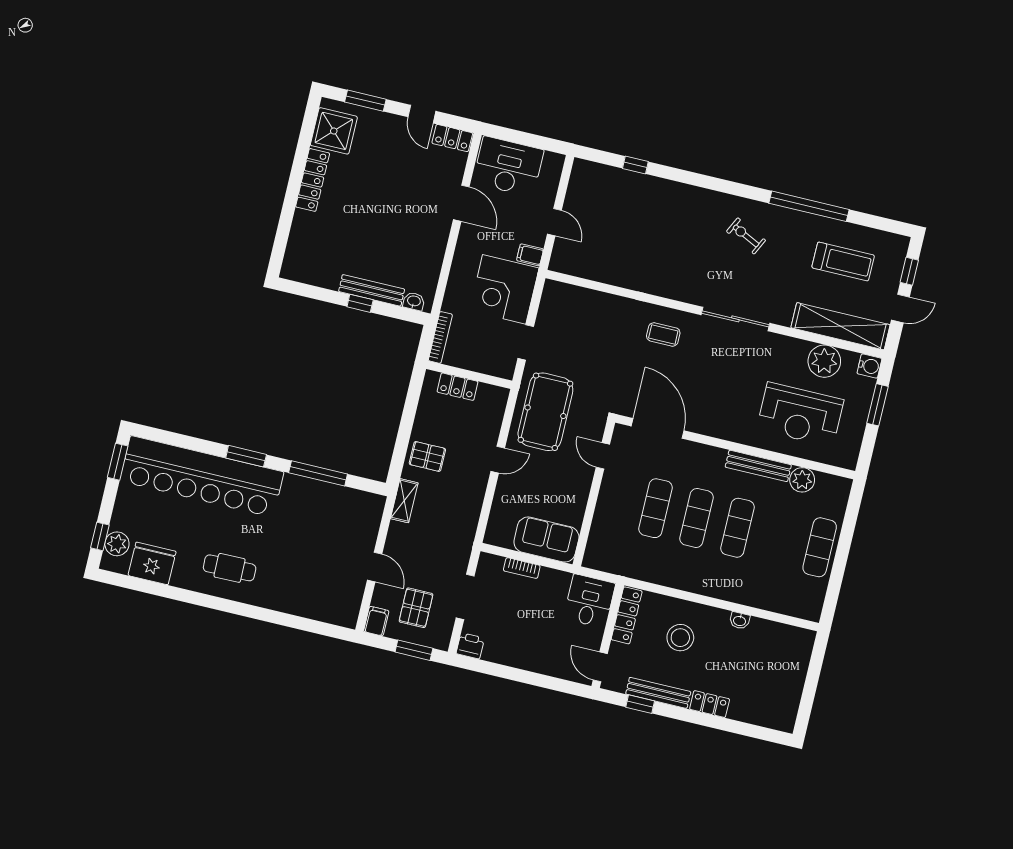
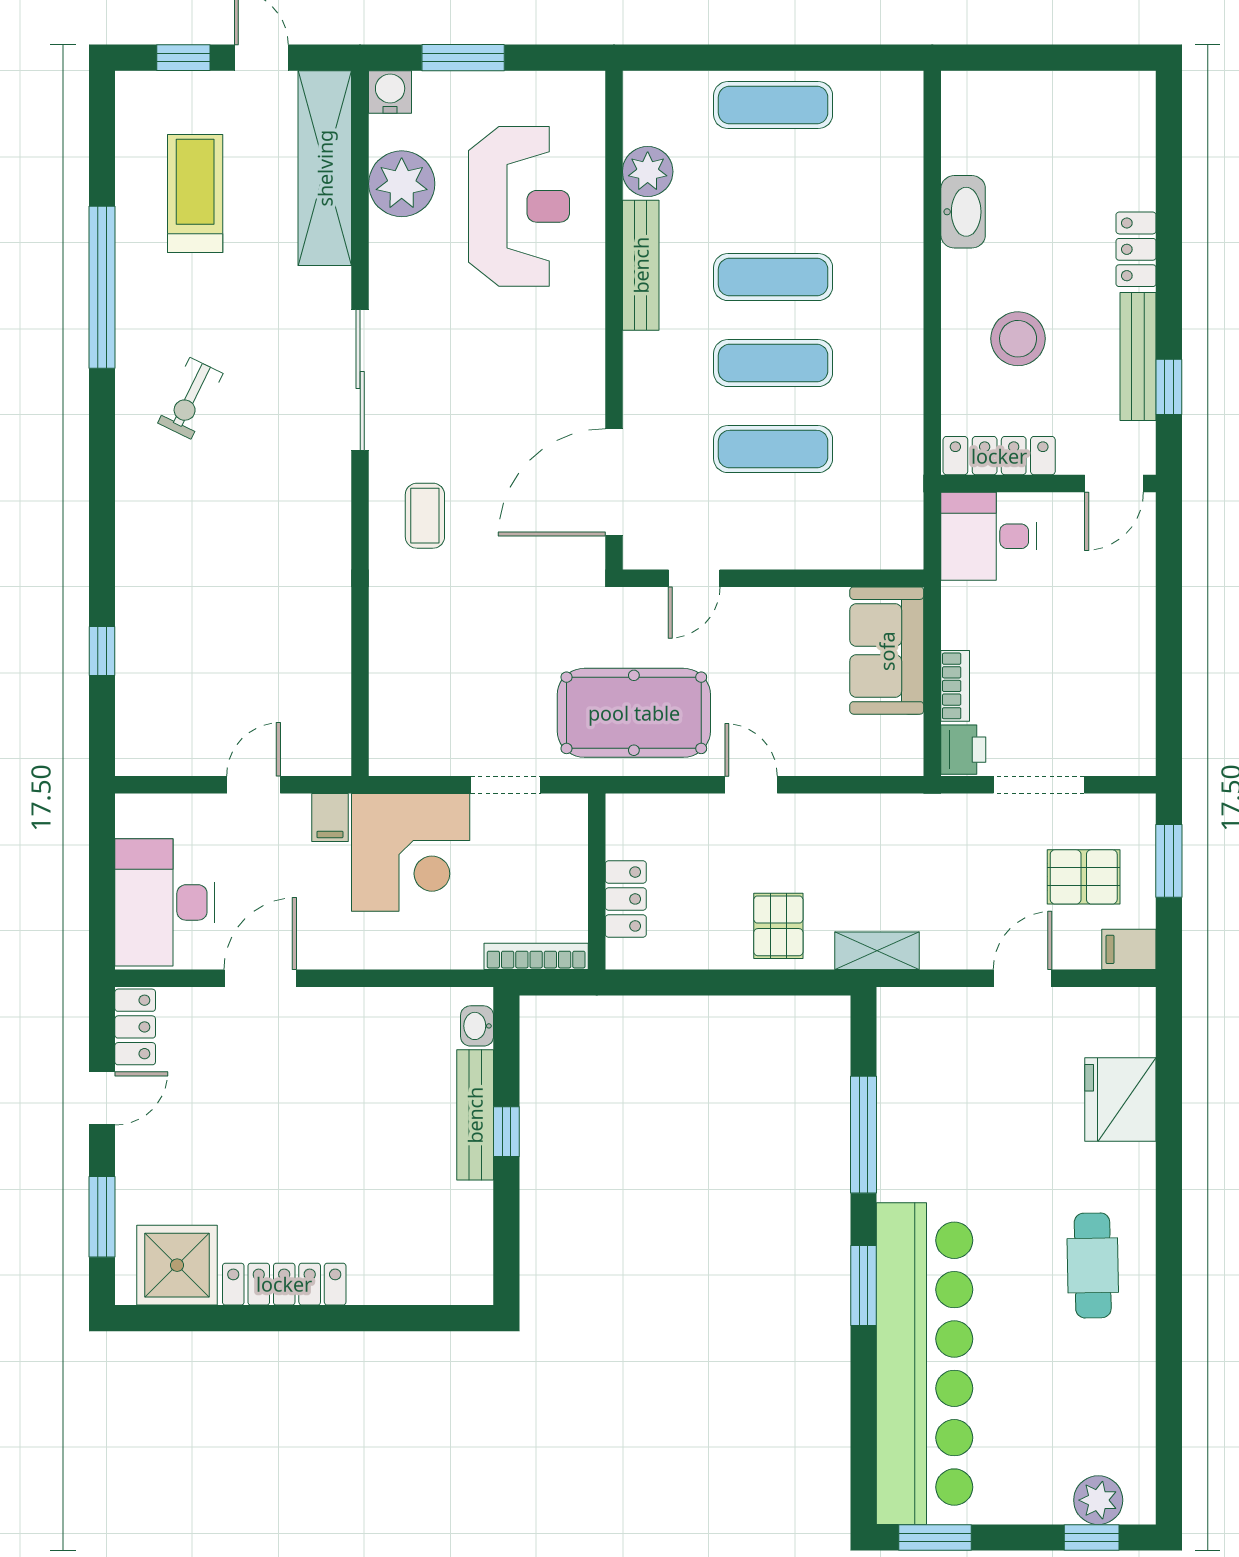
fridge: (152, 563) -> (1120, 1099), moved
washbasin: (740, 621) -> (963, 212), width x1.91, depth x1.45
printer: (470, 646) -> (963, 750), moved, turned 180

